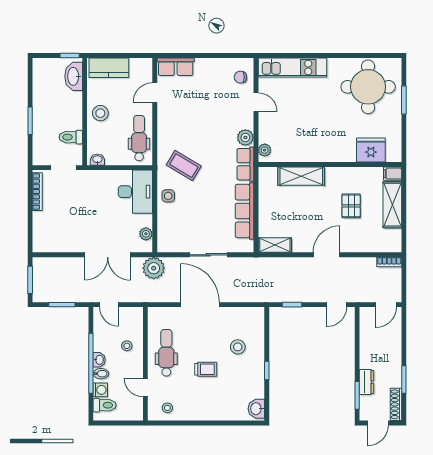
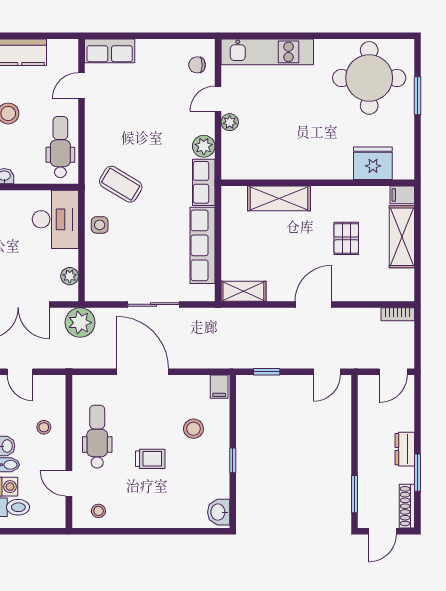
door: (256, 102) -> (218, 99), swing flipped
plant: (265, 150) -> (230, 122), moved
filing cabinet: (257, 316) -> (219, 387), added
dresser: (367, 382) -> (405, 449), moved, turned 180

